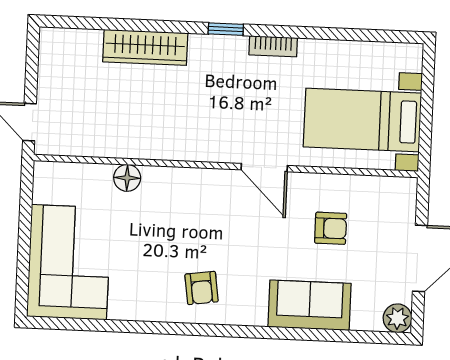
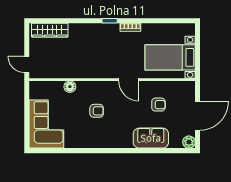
wardrobe: (145, 47) -> (50, 30), moved
armchair: (202, 288) -> (97, 111), moved, turned -82

